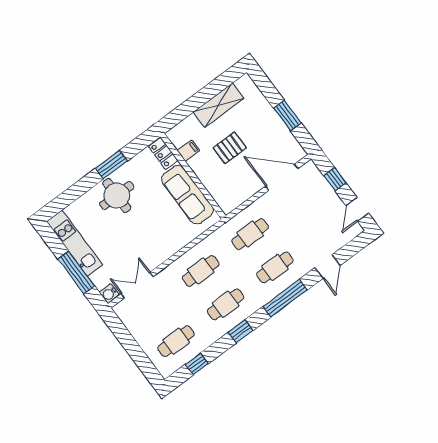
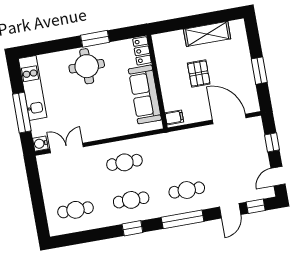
pallet: (230, 148) -> (199, 74), turned 90
filing cabinet: (188, 151) -> (174, 117), moved
cafe table: (250, 234) -> (180, 152), removed
window: (197, 364) -> (256, 206), moved

